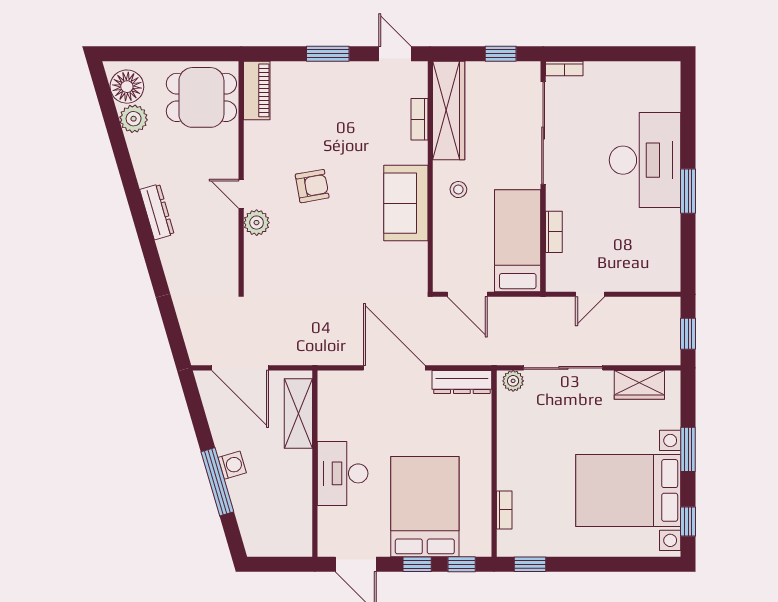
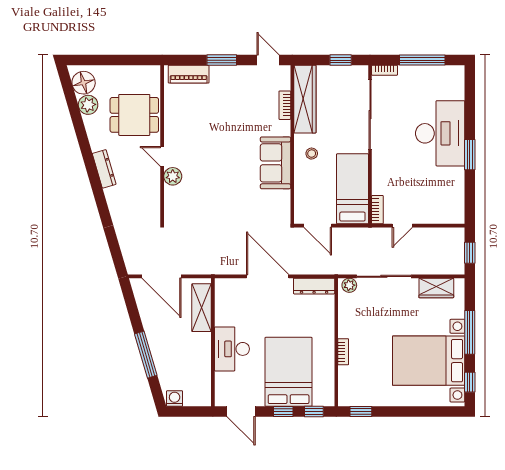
window: (619, 54) -> (422, 60), added
piano: (257, 90) -> (189, 74), moved, turned 90
dining table: (201, 97) -> (134, 115), moved
armchair: (312, 186) -> (211, 151), removed
bookcase: (554, 232) -> (377, 210), moved
window: (688, 449) -> (470, 332), width x1.44
washing machine: (232, 465) -> (175, 399), moved, turned -74
bookcase: (504, 510) -> (343, 352), moved

